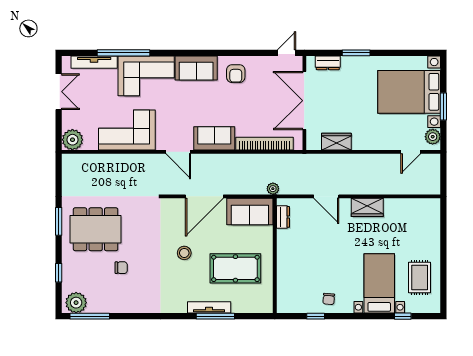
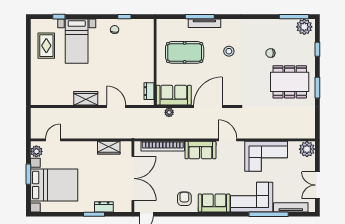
dresser: (328, 63) -> (104, 207), moved
plant: (273, 189) -> (169, 112), moved
stool: (184, 253) -> (229, 51), moved

